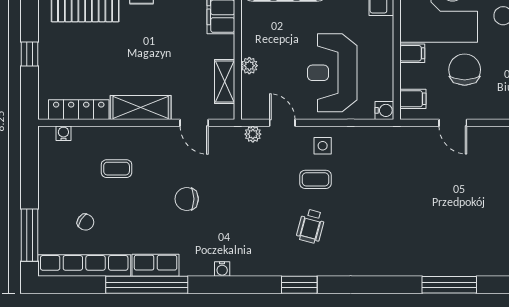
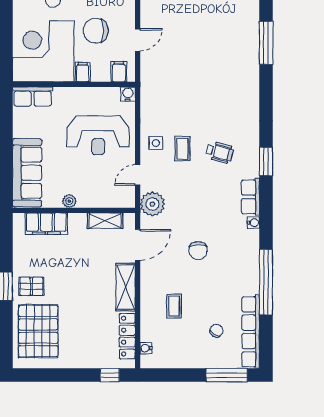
window: (29, 54) -> (110, 375), moved
plant: (249, 66) -> (69, 201), moved
door: (194, 123) -> (138, 245), width x1.38
plant: (253, 134) -> (152, 204), width x1.88, depth x1.88
row of seats: (156, 265) -> (251, 197), moved

